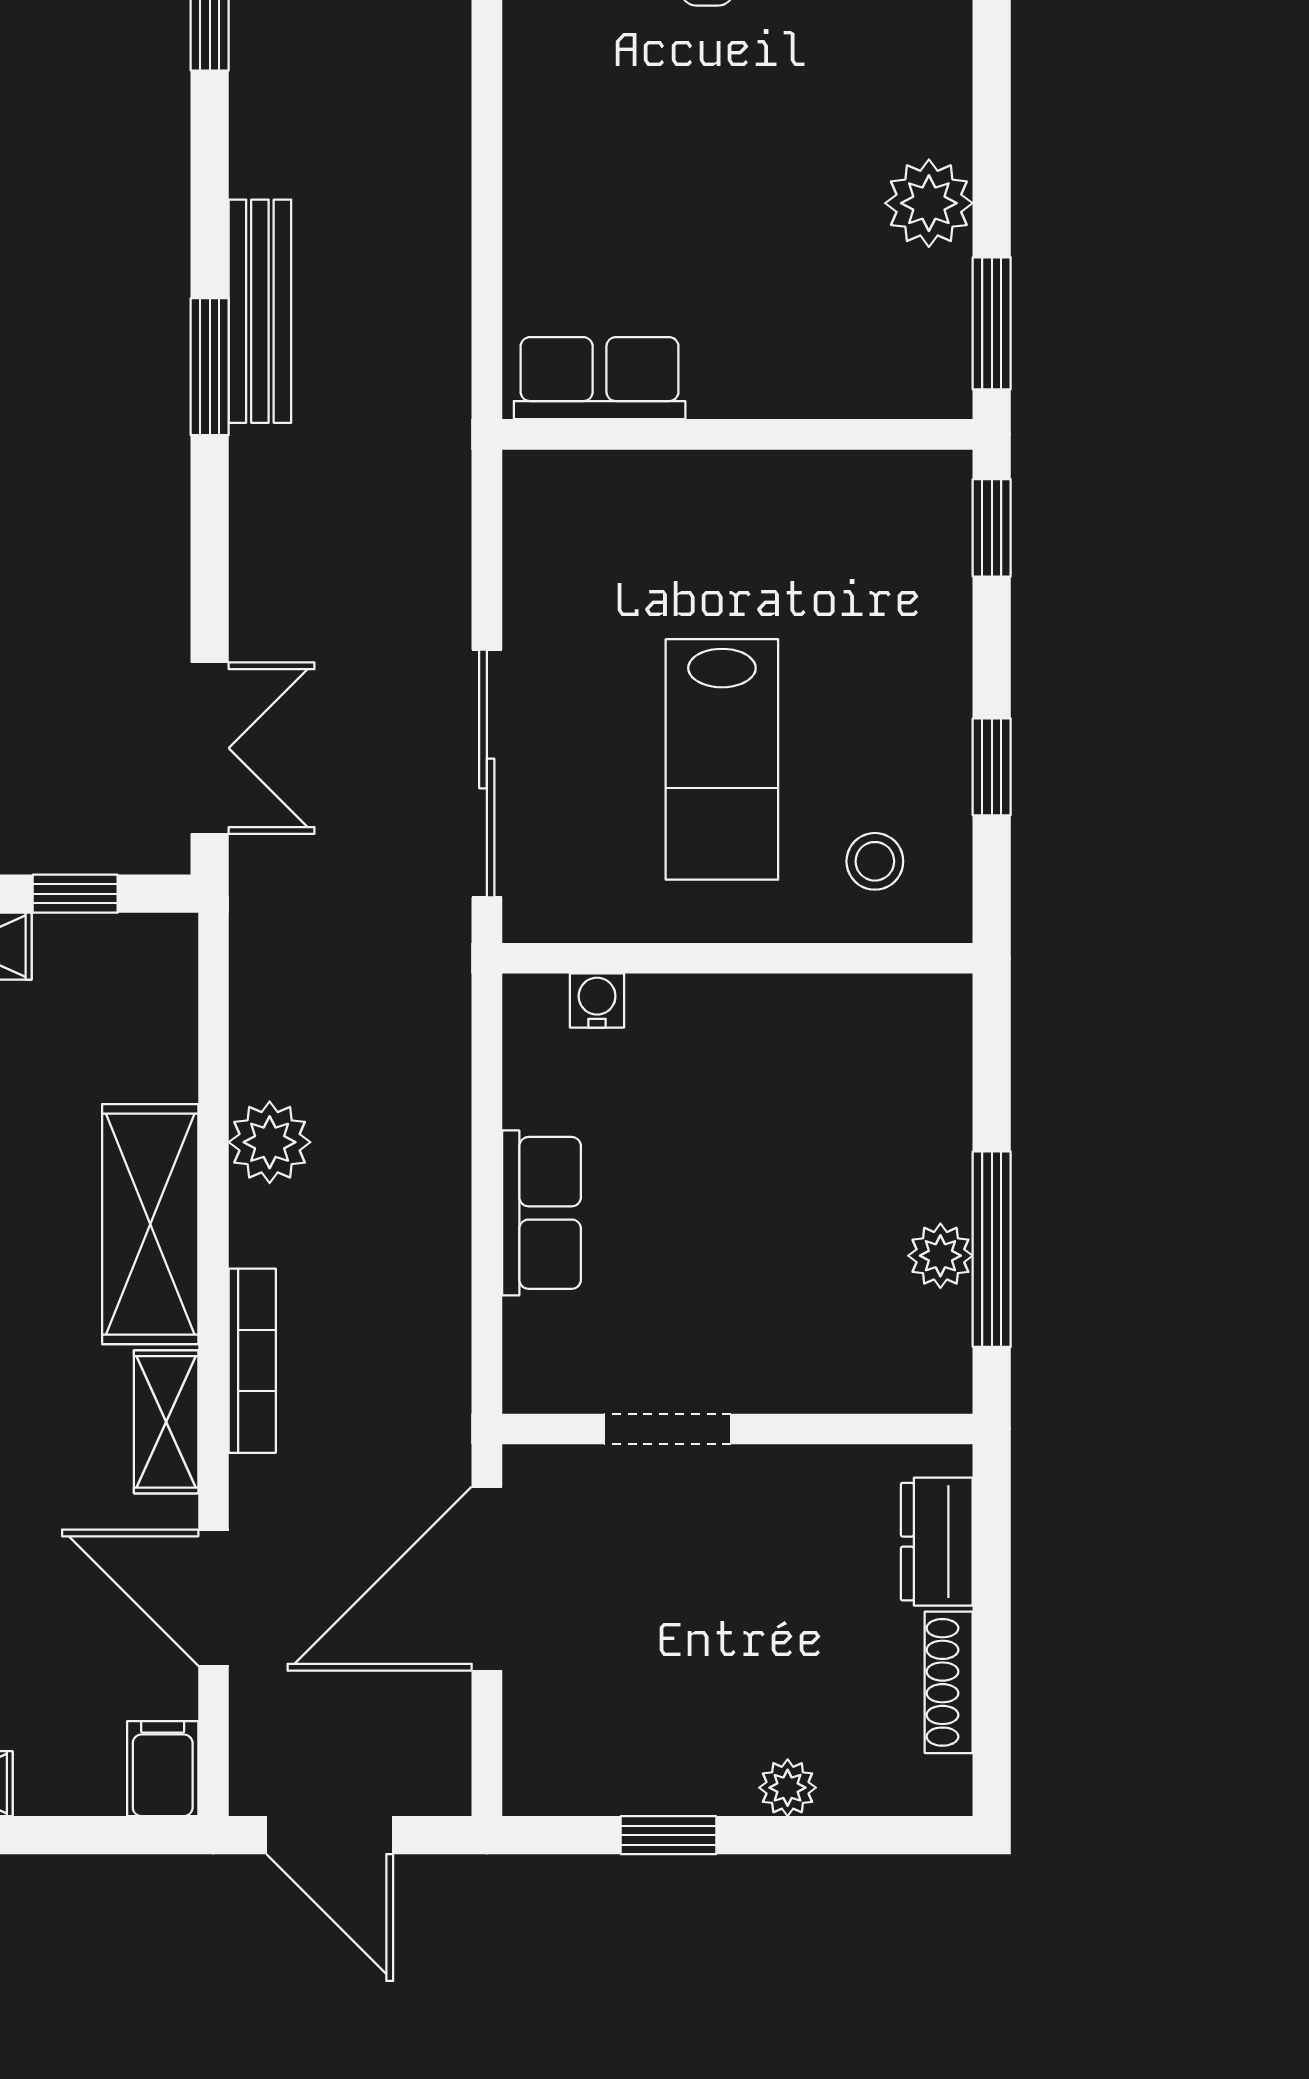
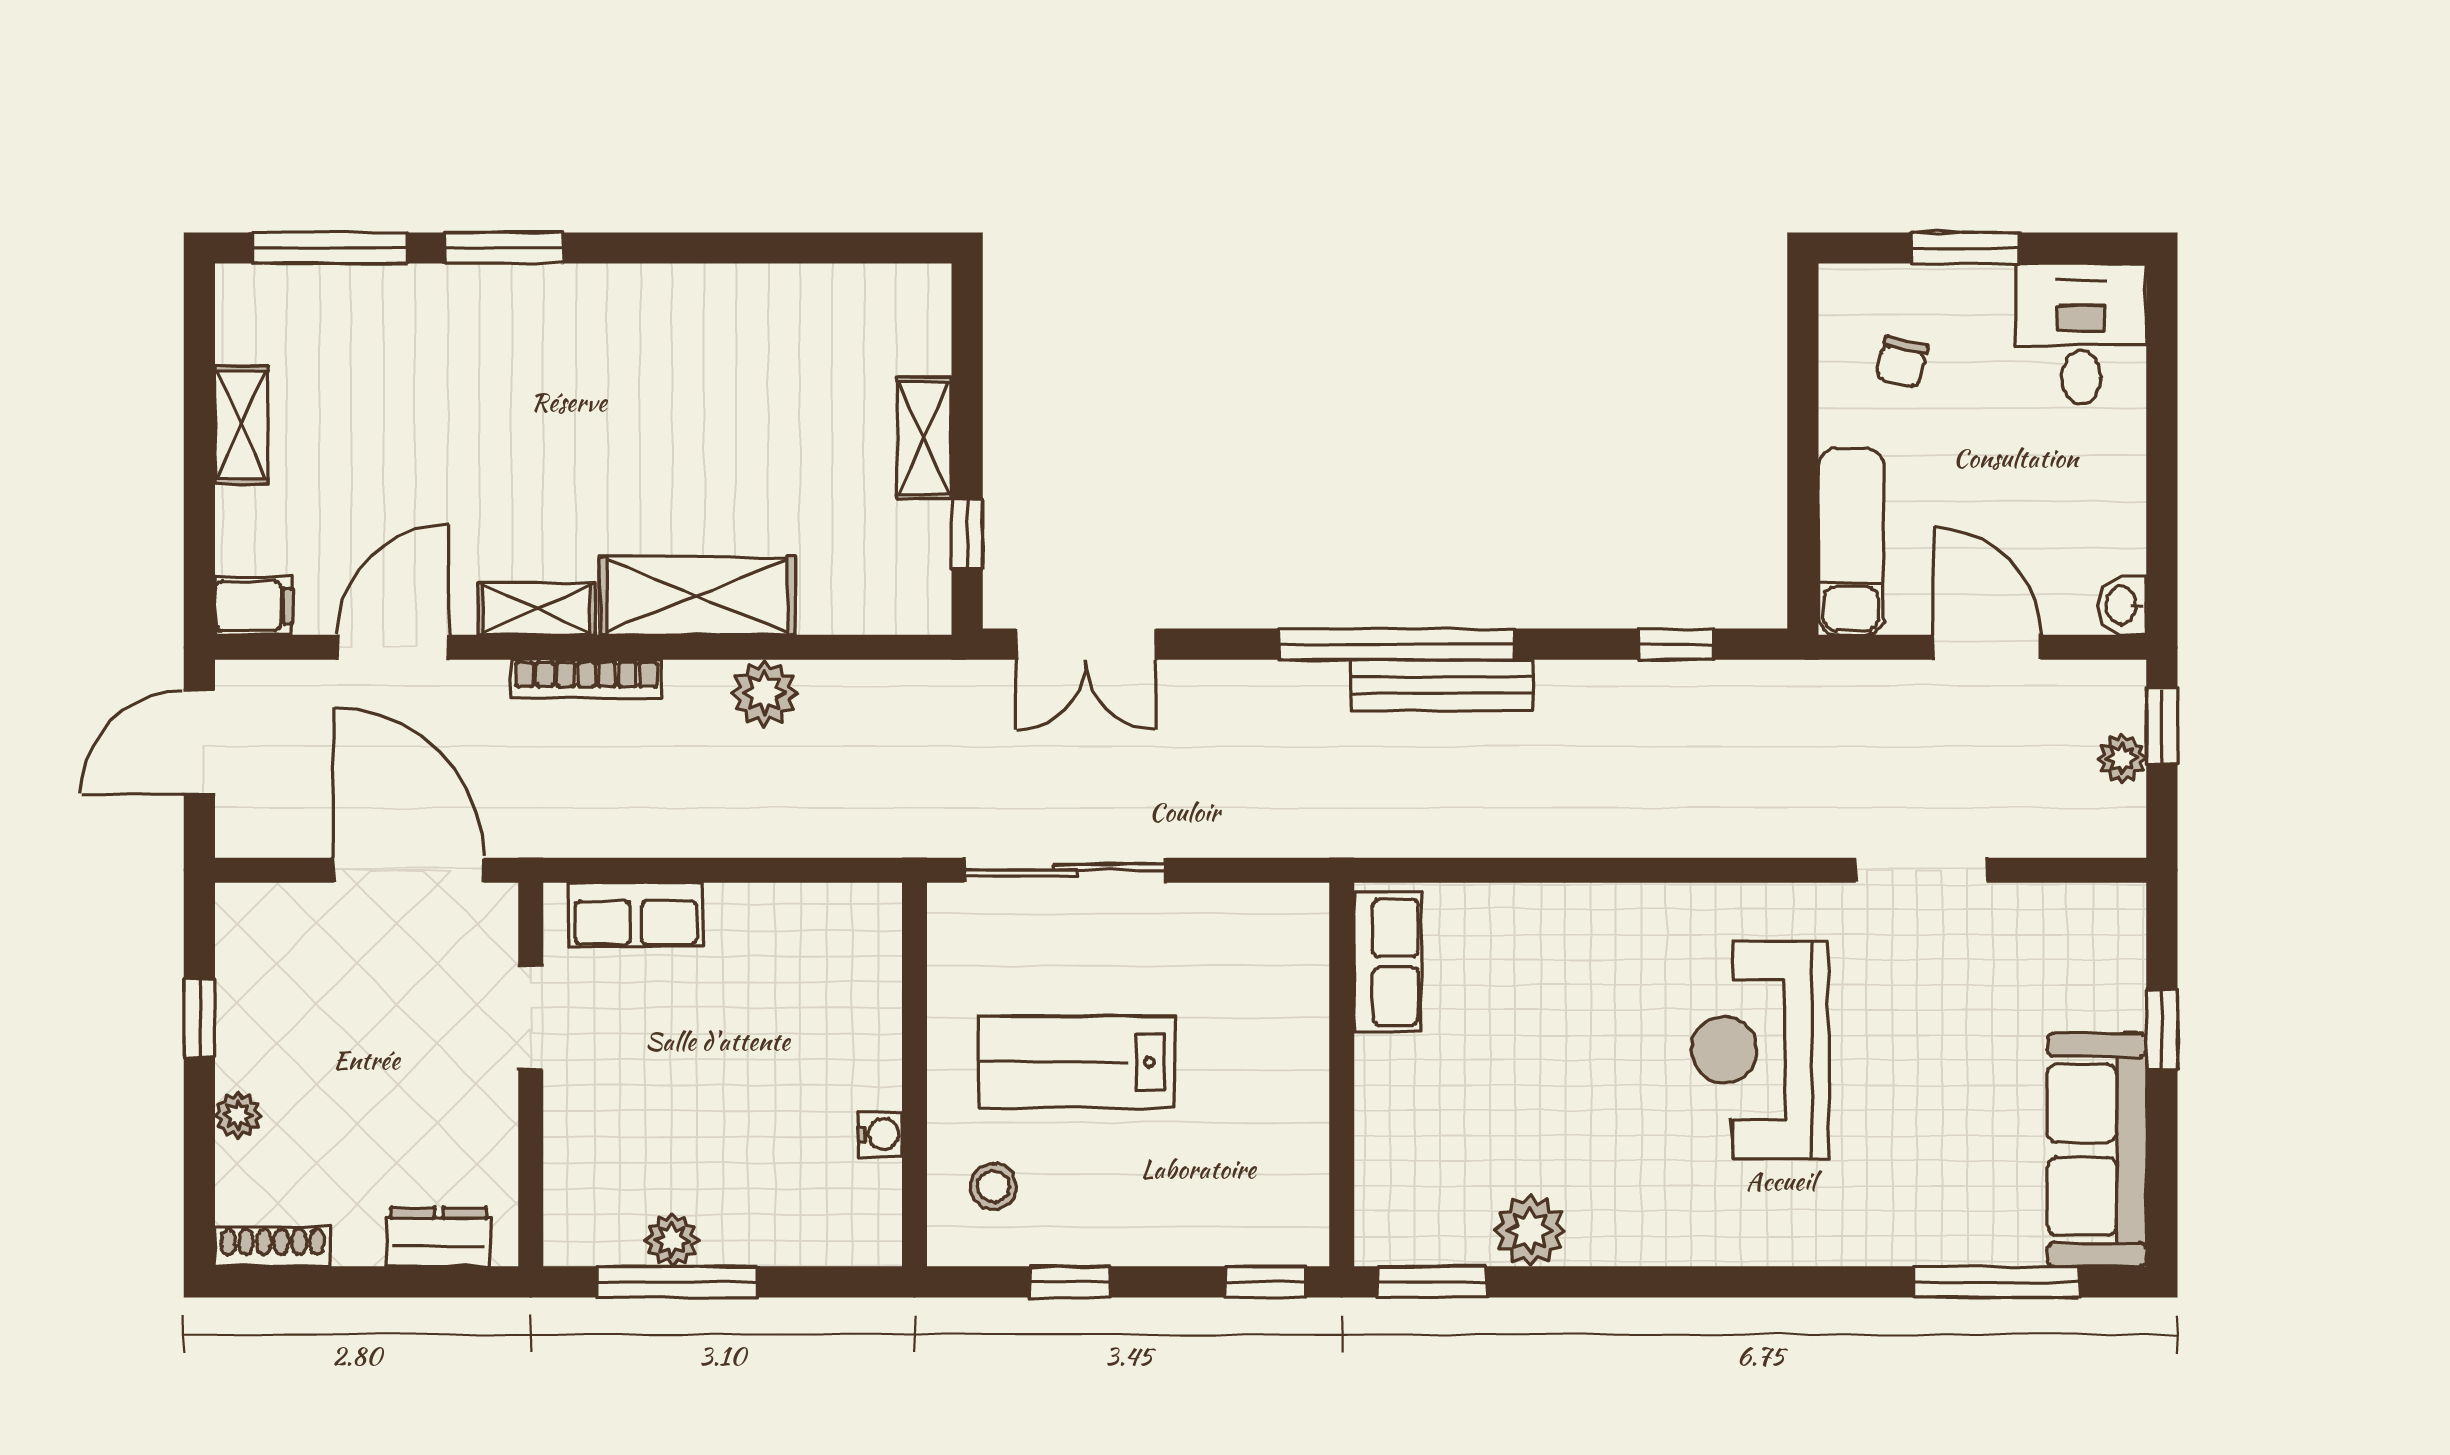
window: (210, 367) -> (1397, 644), width x2.11
water cooler: (597, 1000) -> (880, 1134), moved
row of seats: (541, 1213) -> (636, 915), moved
shoe rack: (949, 1682) -> (273, 1247), moved

